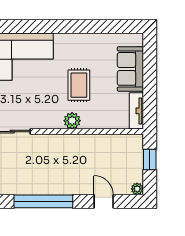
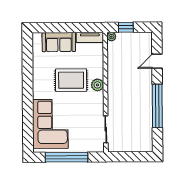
rug: (79, 85) -> (71, 80), width x1.36, depth x1.43
plant: (137, 189) -> (111, 37), moved

